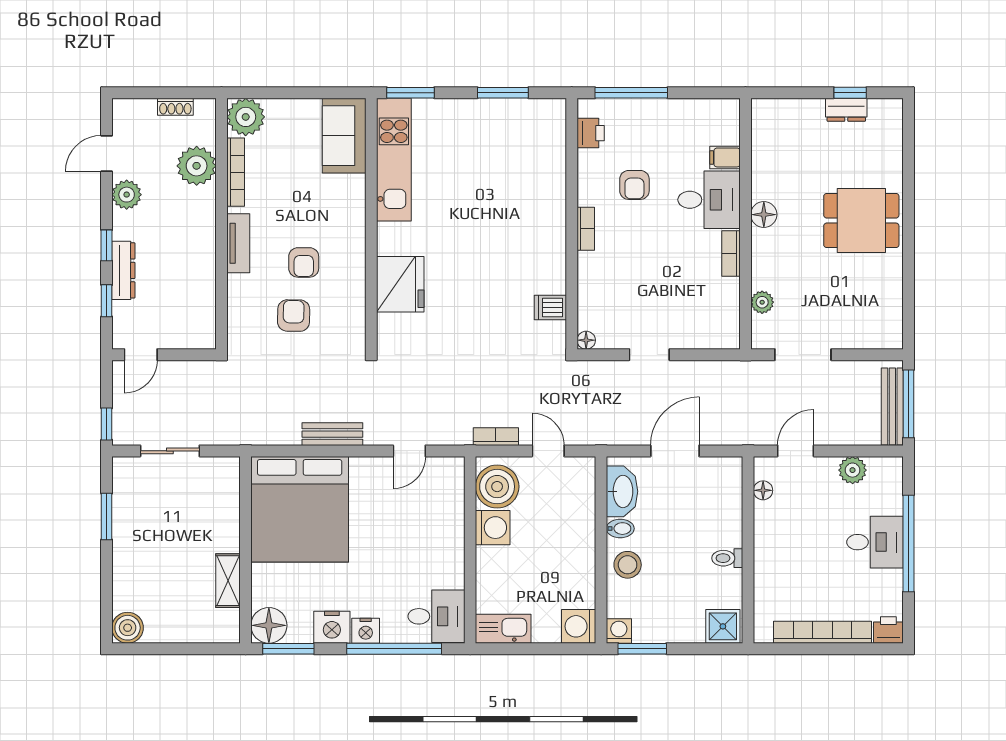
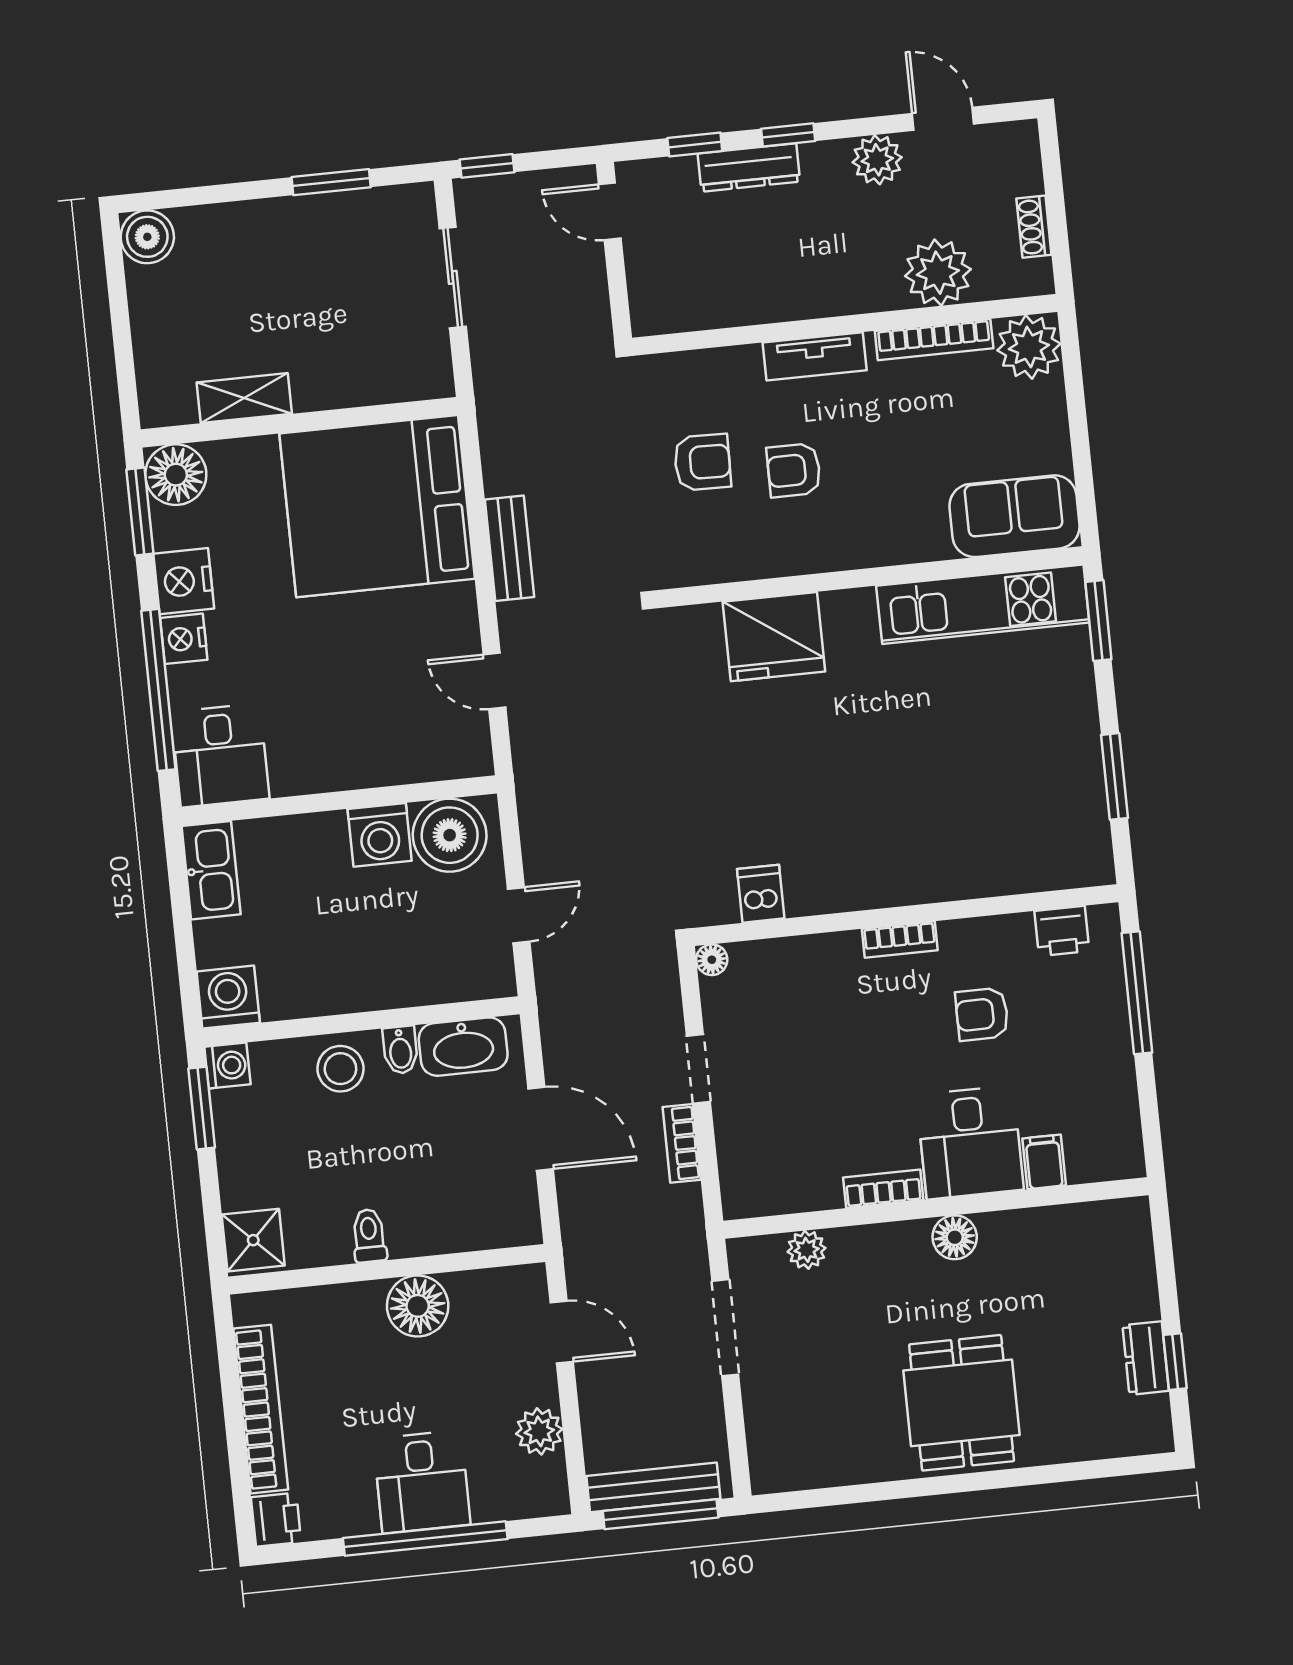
bookcase: (496, 437) -> (682, 1143), moved, turned 180
floor lamp: (763, 490) -> (418, 1306), moved, width x1.89, depth x1.89

